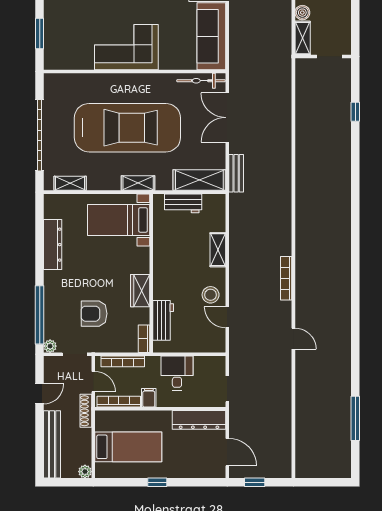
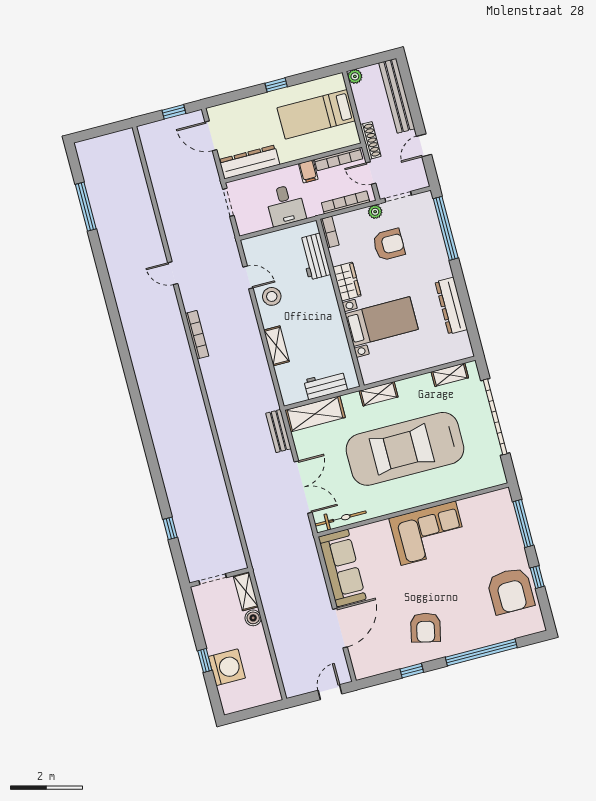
window: (40, 34) -> (523, 524), width x1.44
bed with nightstands: (119, 220) -> (382, 321), moved
plant: (50, 346) -> (375, 212), moved

